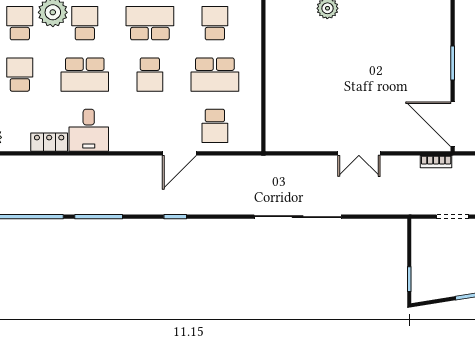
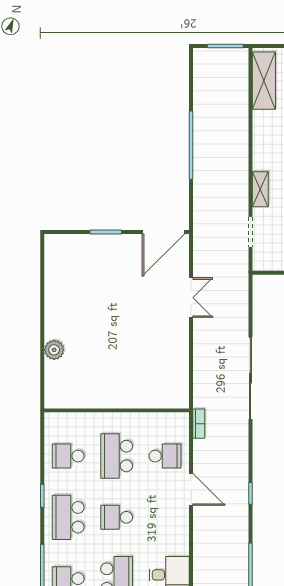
school desk: (150, 75) -> (117, 517), turned 180
school desk: (215, 75) -> (117, 456), turned 180
double door: (359, 153) -> (191, 298), moved
bookcase: (436, 162) -> (199, 424), moved

